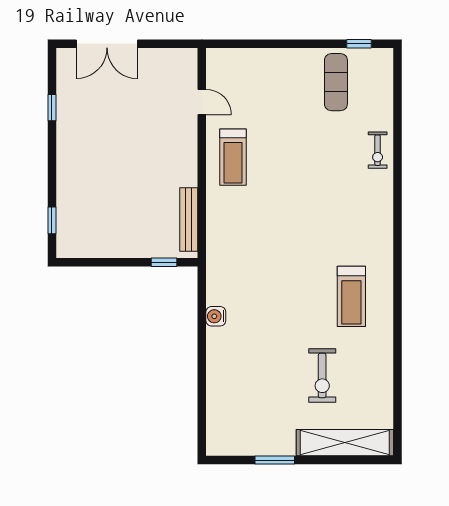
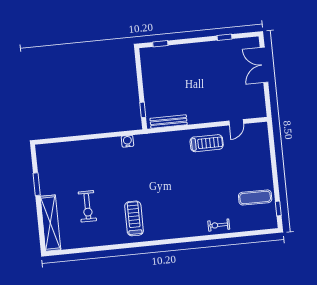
treadmill: (233, 157) -> (207, 143), turned 180
treadmill: (351, 296) -> (134, 218), turned 90
water cooler: (216, 316) -> (127, 141), moved
exercise bike: (322, 376) -> (87, 206), turned -90

